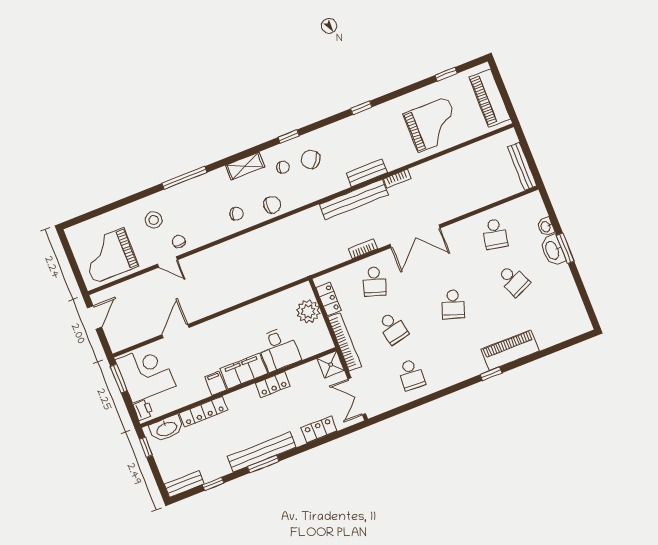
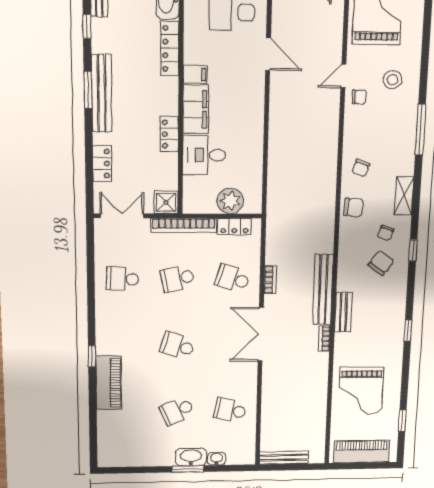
chair: (272, 205) -> (354, 207), turned -86

